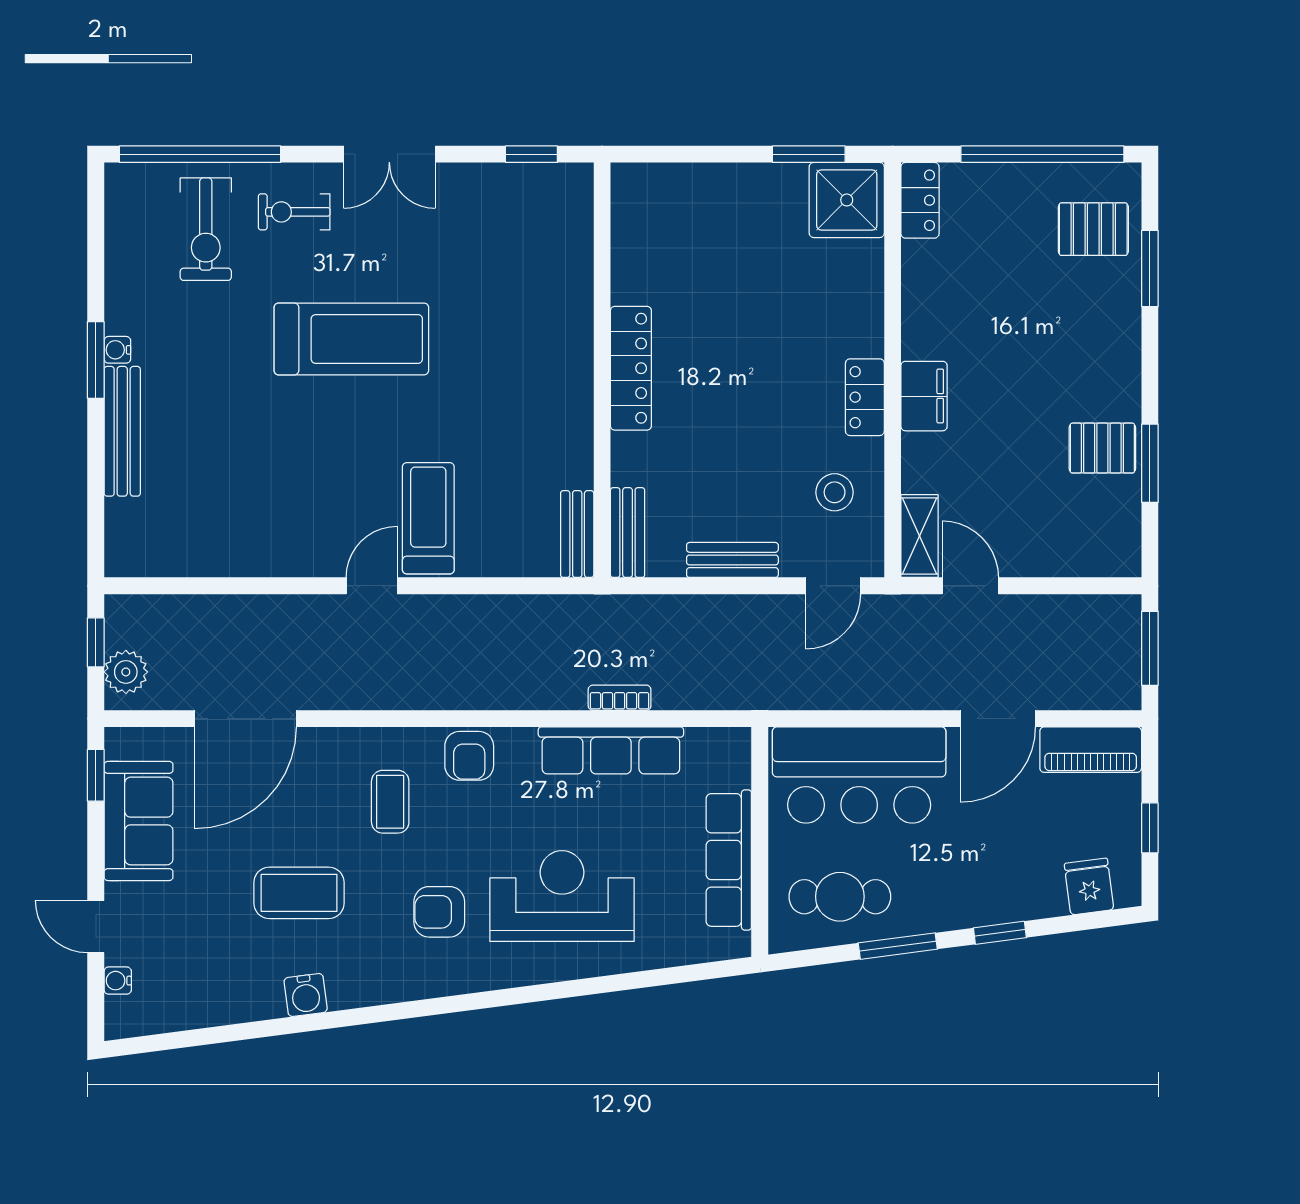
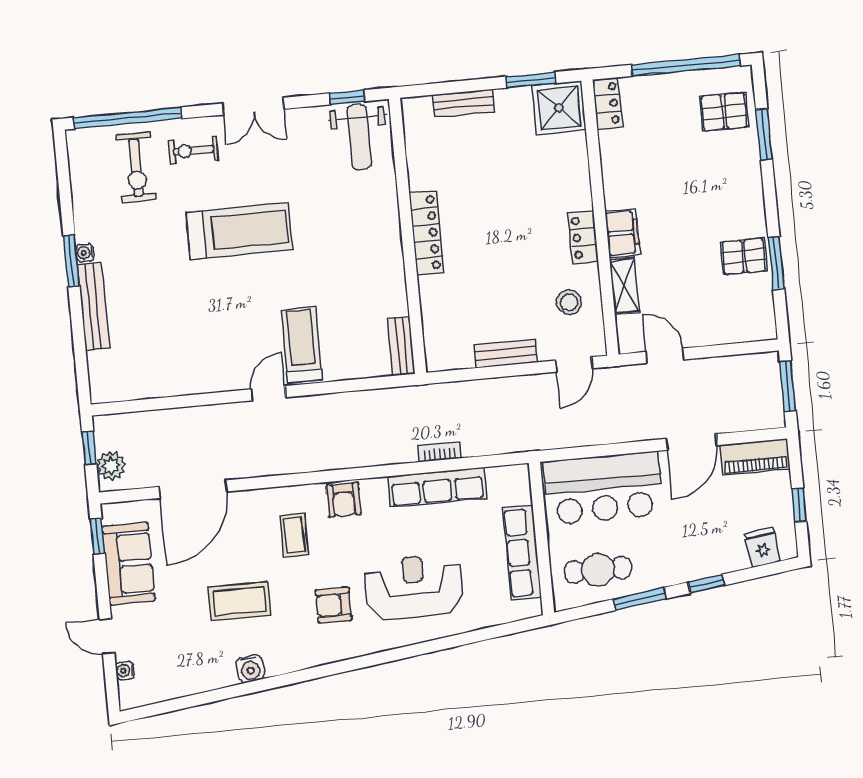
weight bench: (544, 215) -> (359, 137), added
bench: (628, 533) -> (464, 103), moved, turned 90
shelving: (920, 536) -> (624, 286), moved

